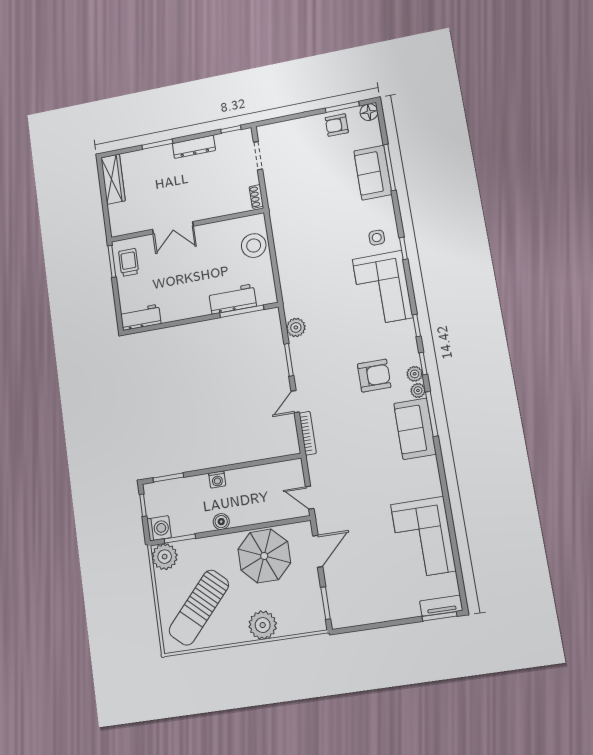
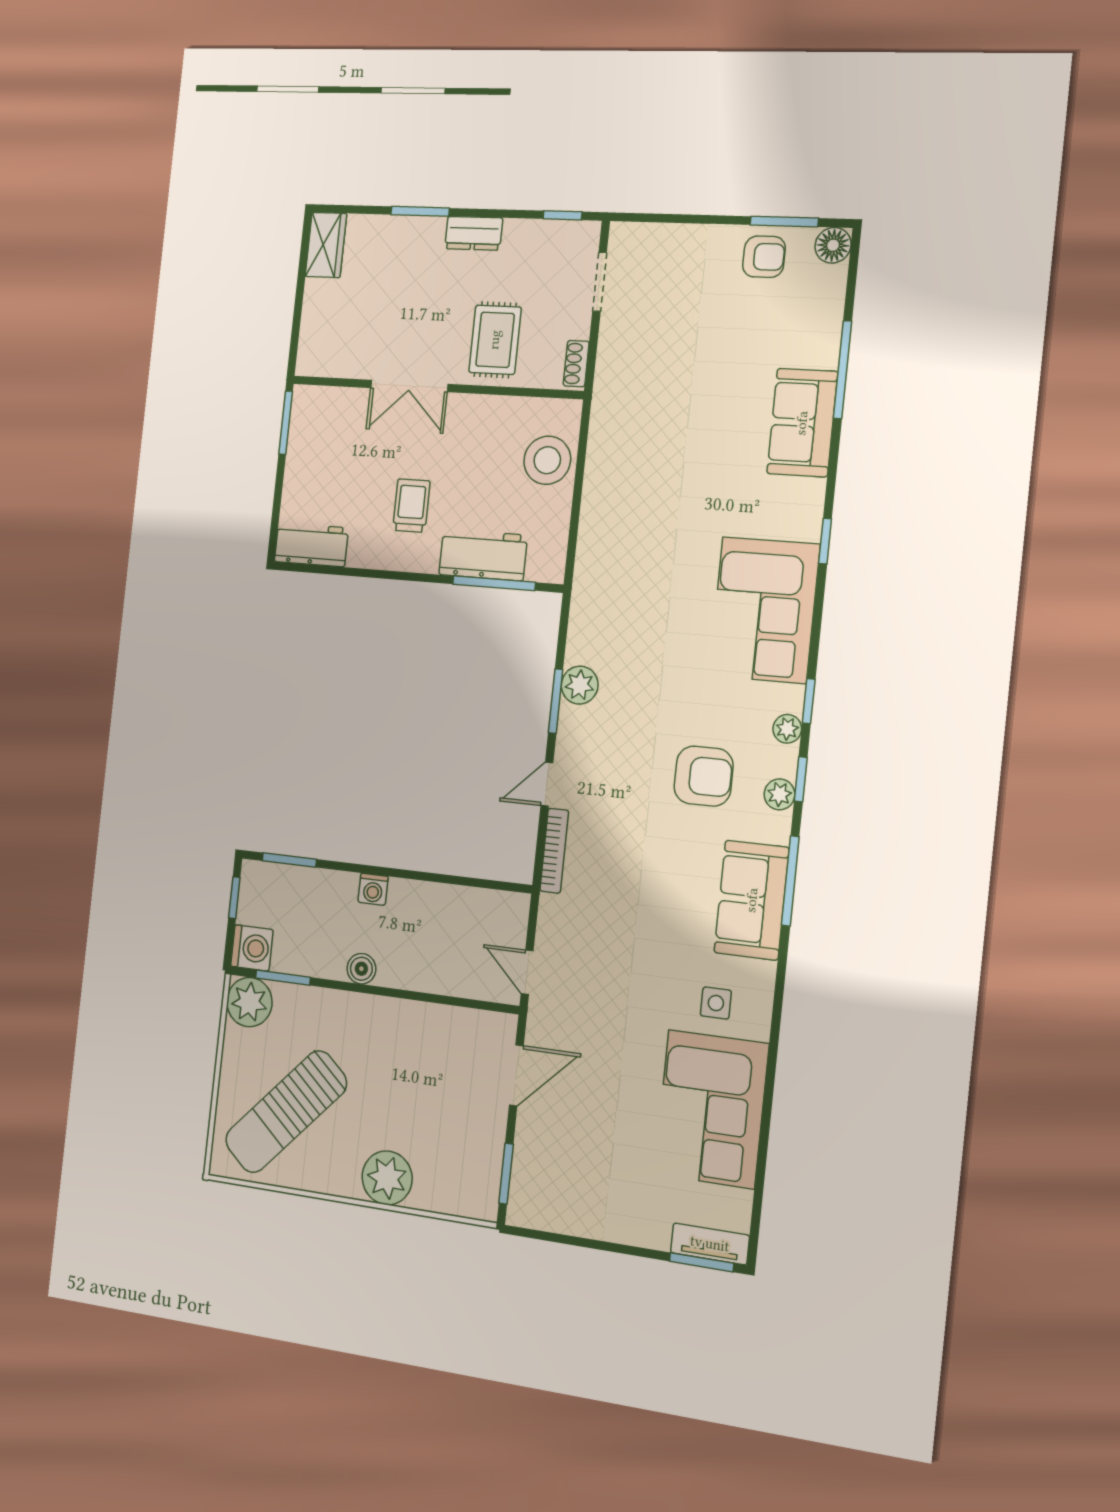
armchair: (337, 125) -> (764, 257), turned 180
dresser: (194, 147) -> (474, 233), width x0.70
sofa: (373, 173) -> (802, 423), moved
wardrobe: (113, 179) -> (326, 245), width x0.67
rug: (212, 195) -> (495, 340), added
side table: (377, 238) -> (716, 1003), moved
trolley: (129, 262) -> (411, 506), moved
plant: (296, 327) -> (580, 685), moved
plant: (418, 390) -> (787, 729), moved
parasol: (264, 556) -> (421, 1054), removed

